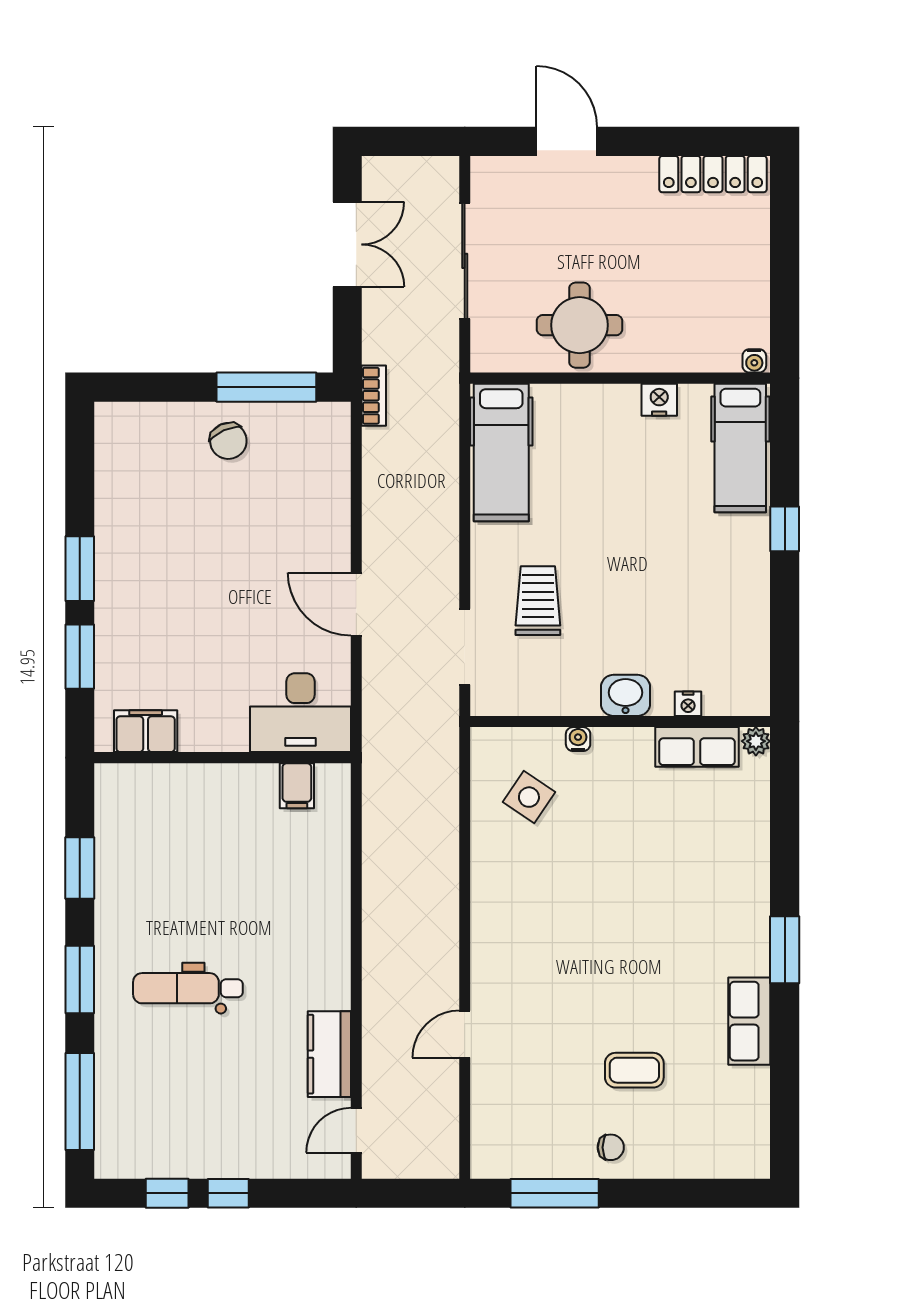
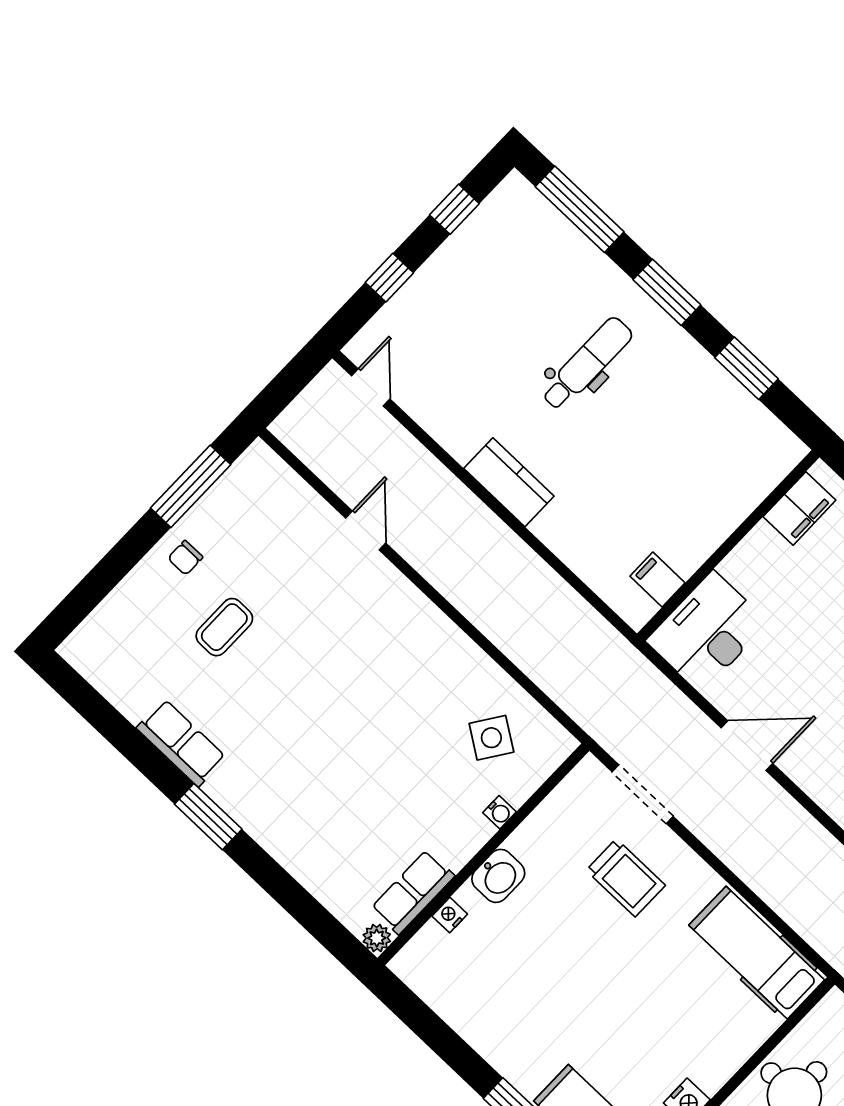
kitchen counter: (329, 1054) -> (509, 482), moved
window: (228, 1193) -> (389, 278), moved

